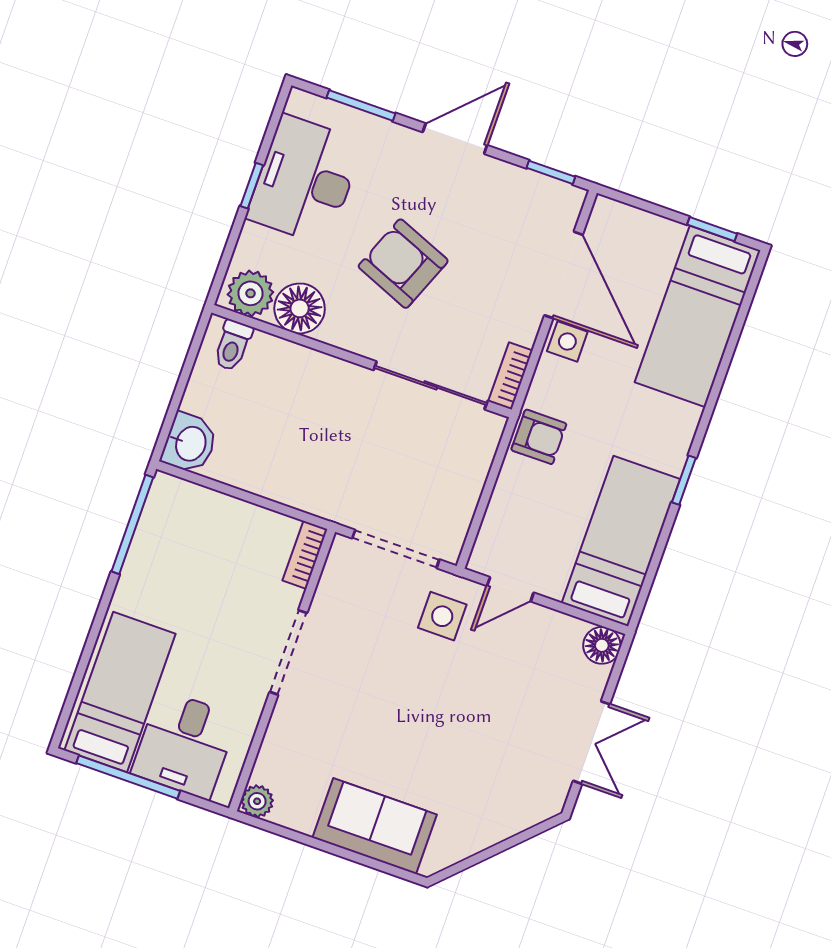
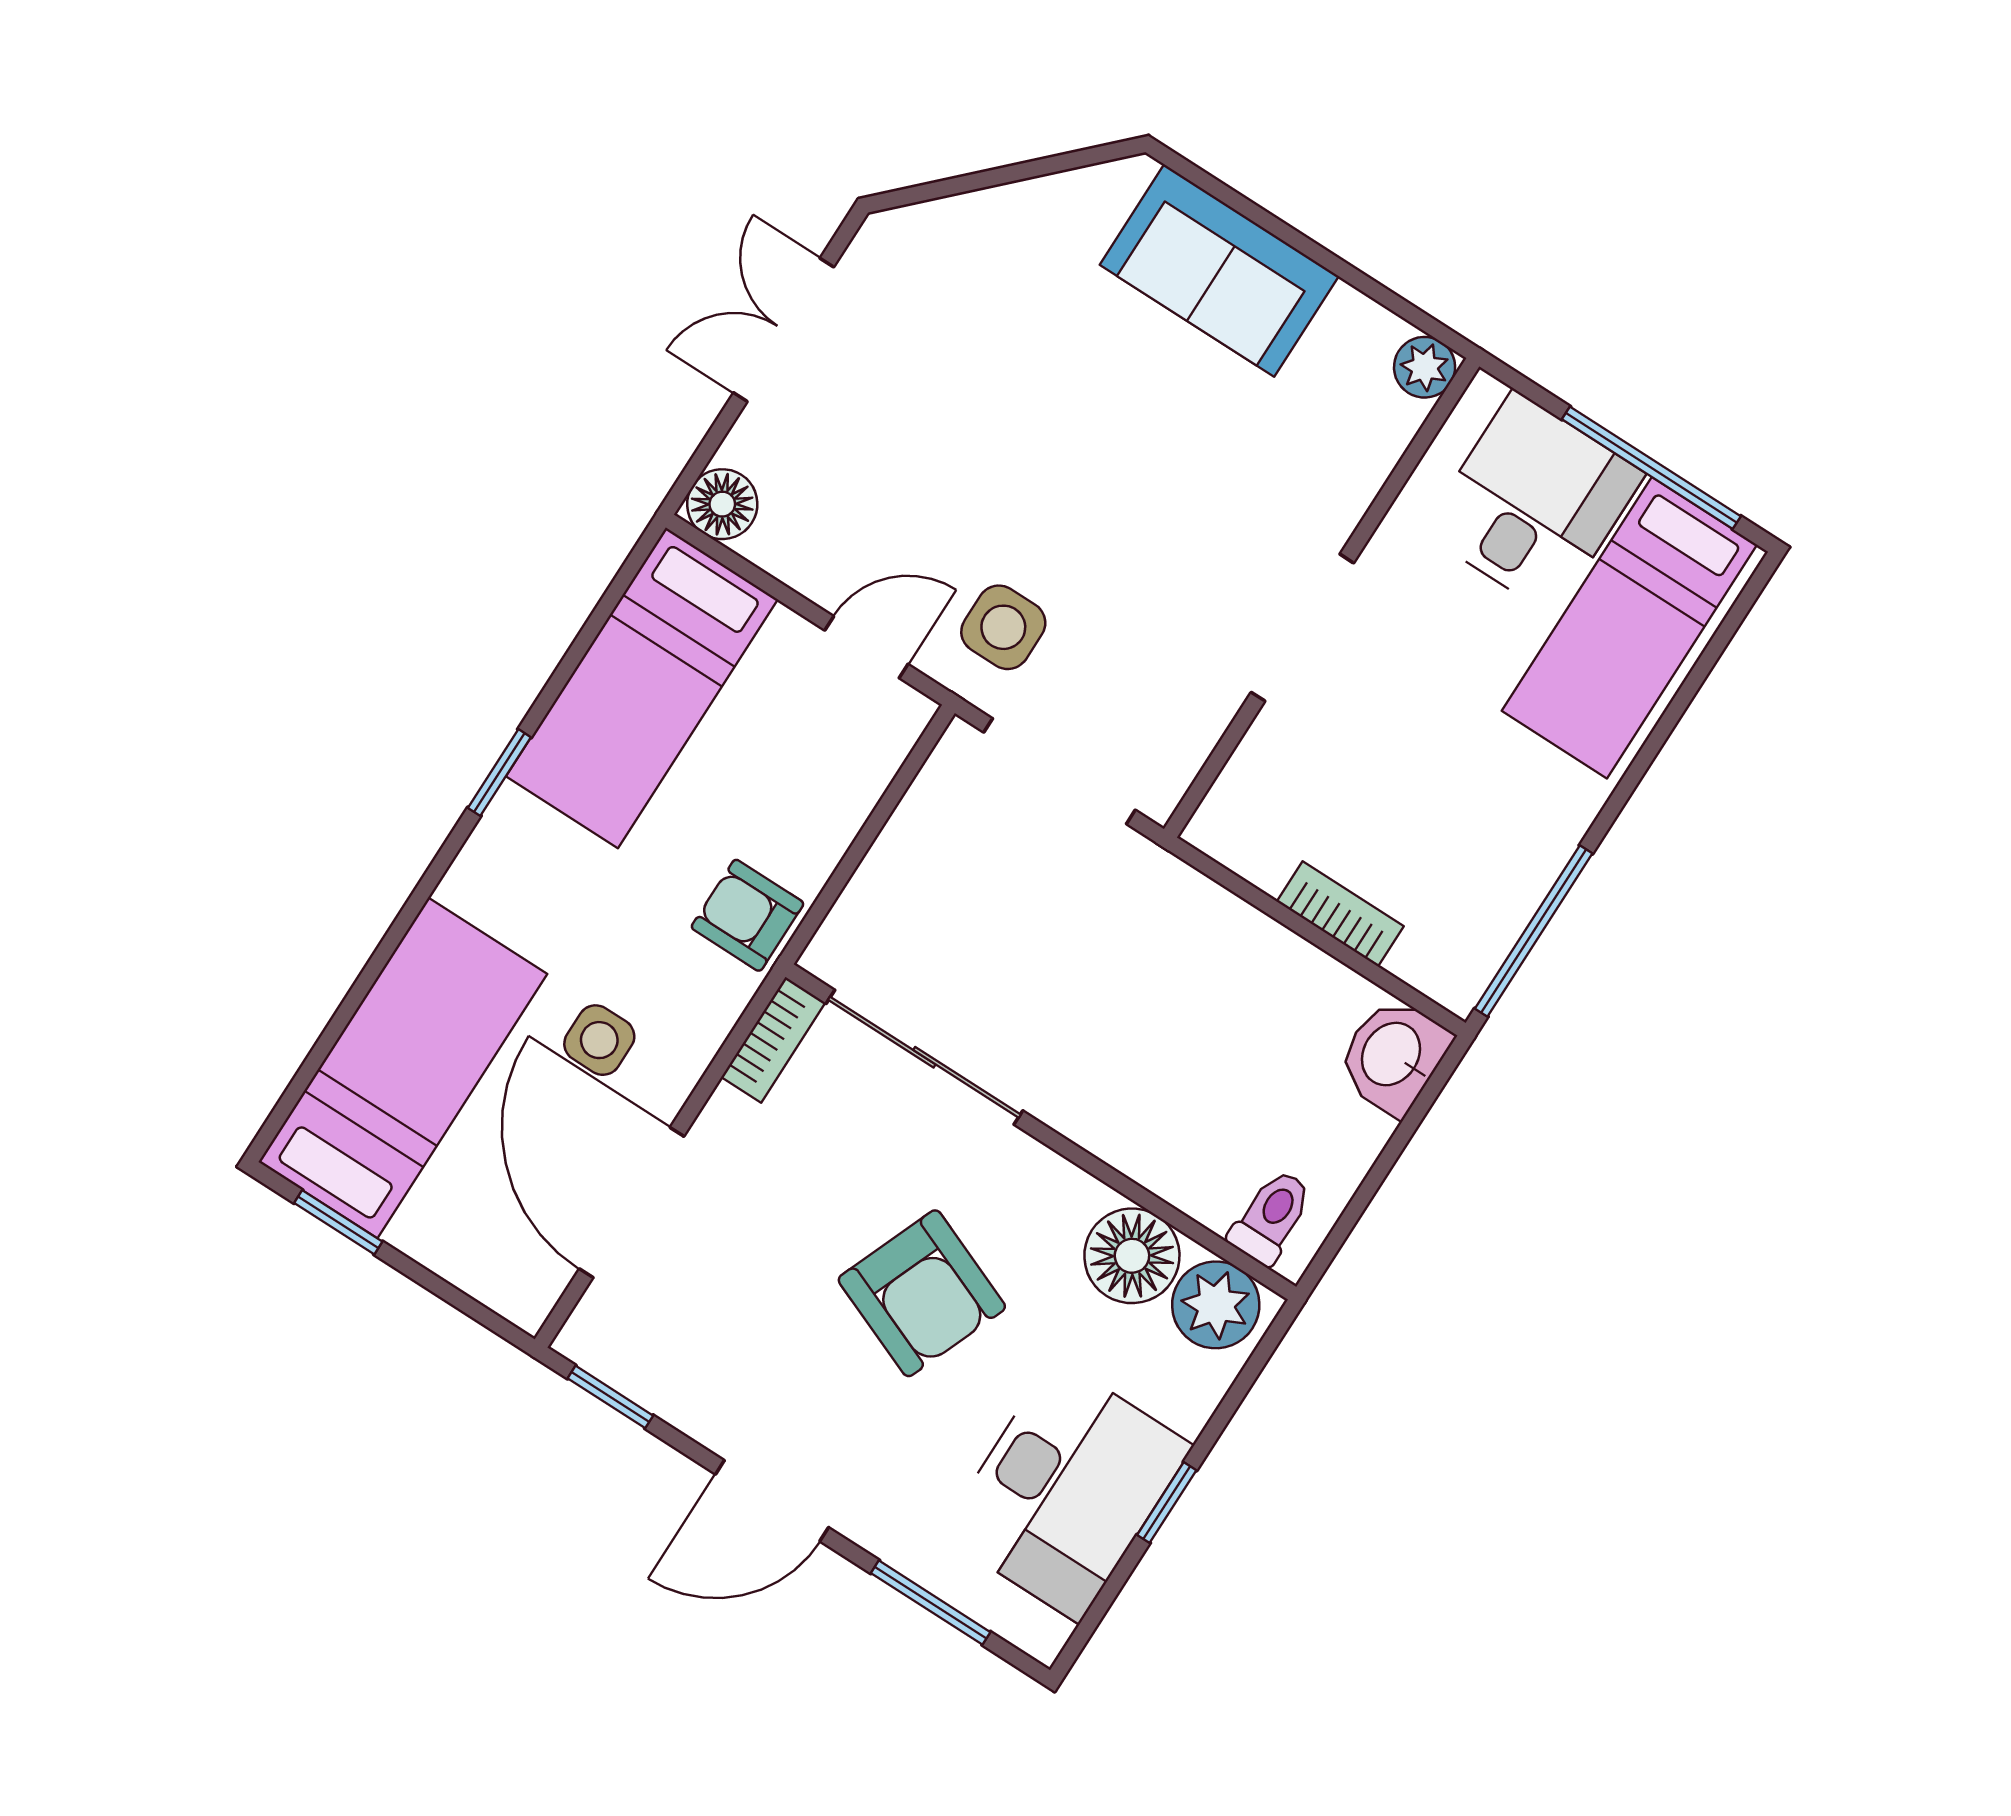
side table: (567, 342) -> (599, 1040), moved
bookcase: (305, 555) -> (1340, 914), moved, turned -90

